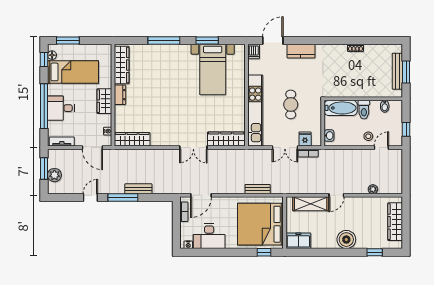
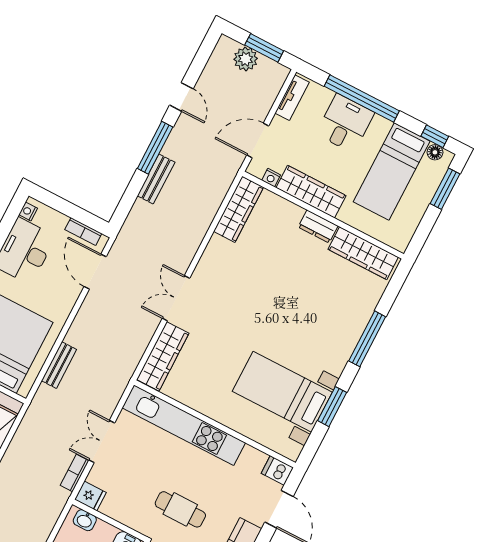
wardrobe: (104, 101) -> (311, 192), width x1.50
cafe table: (291, 104) -> (180, 509), moved
fridge: (305, 139) -> (90, 496), moved

